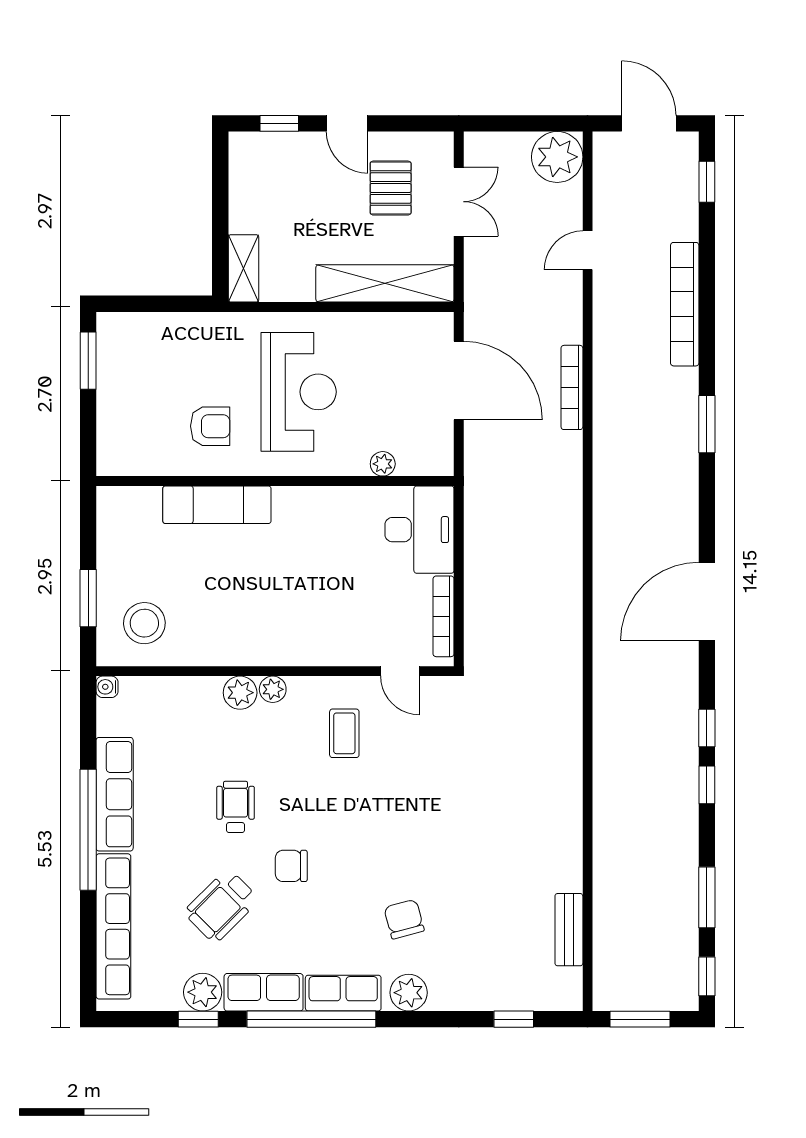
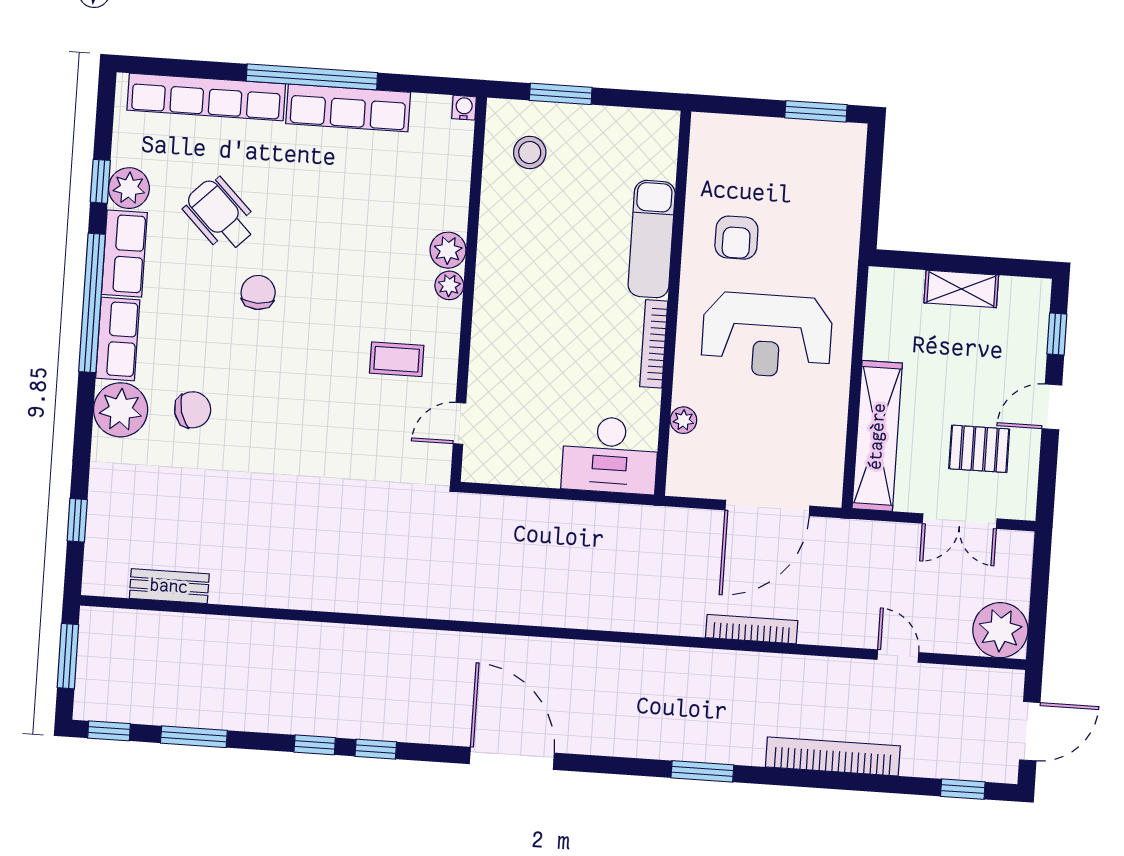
shelving: (244, 268) -> (961, 289), moved
bookcase: (444, 616) -> (654, 344), moved, turned -90
stool: (144, 623) -> (530, 152), width x0.73, depth x0.73
wheelchair: (236, 807) -> (326, 237), removed
plant: (409, 993) -> (121, 410), width x1.36, depth x1.36

